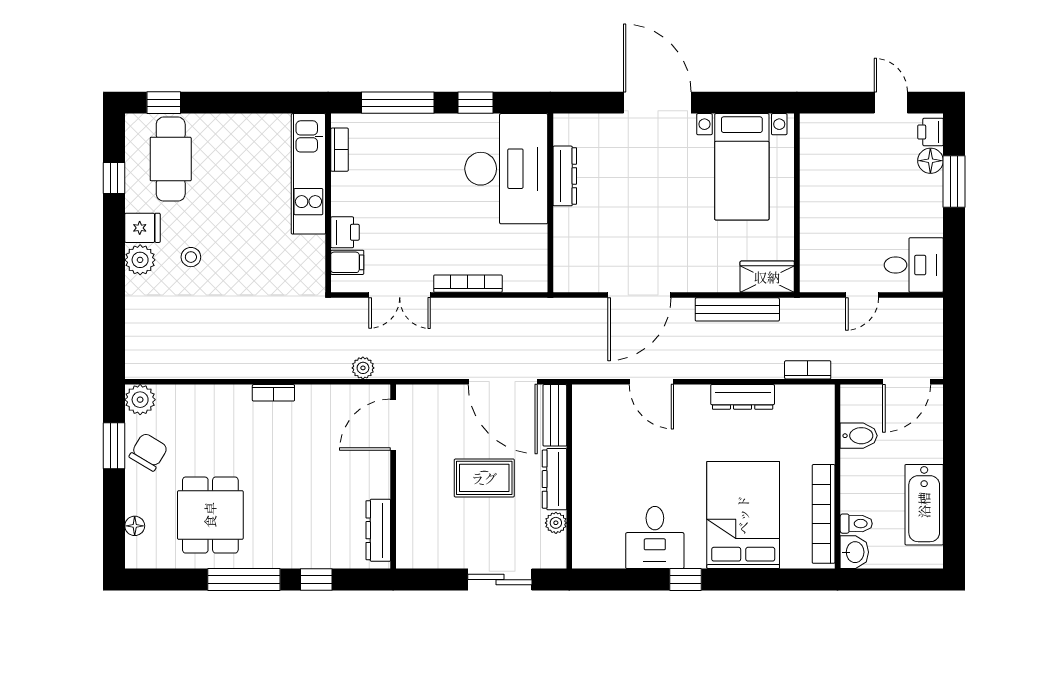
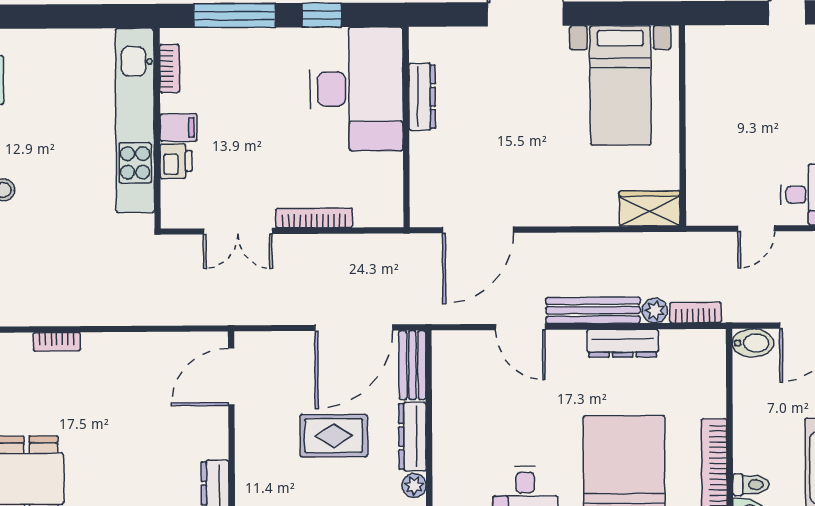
kitchen unit: (308, 174) -> (135, 120), width x1.36
filing cabinet: (347, 262) -> (178, 127), moved
door: (639, 295) -> (478, 230), moved
bench: (737, 309) -> (593, 310), moved
plant: (363, 368) -> (655, 311), moved
door: (503, 382) -> (354, 328), hinge flipped
bookcase: (273, 393) -> (57, 342), moved
bidet: (859, 436) -> (753, 343), moved

